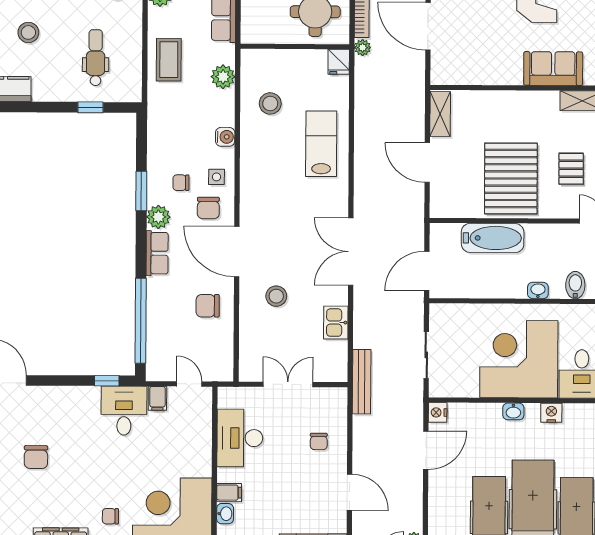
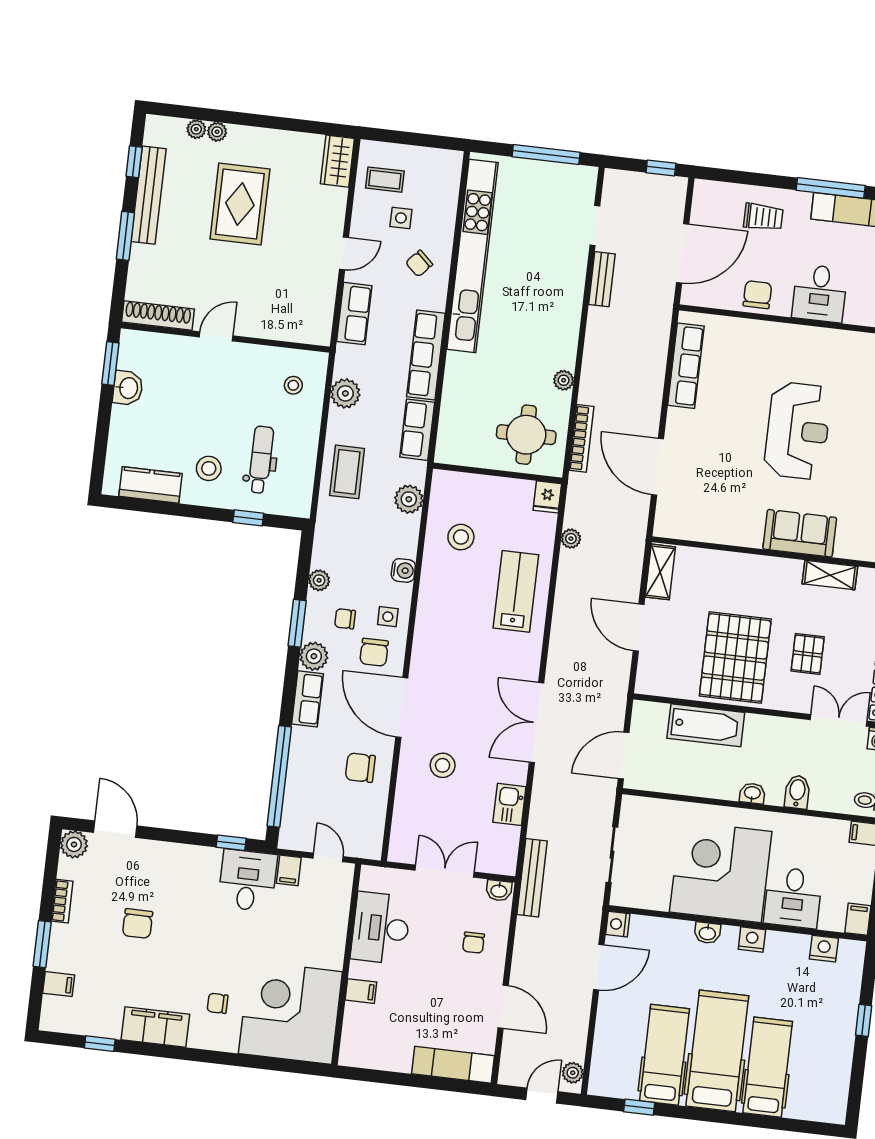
stool: (28, 32) -> (209, 468), moved
plant: (363, 48) -> (571, 539), moved
plant: (156, 153) -> (319, 580), added
washbasin: (225, 514) -> (499, 890), moved, turned 90

